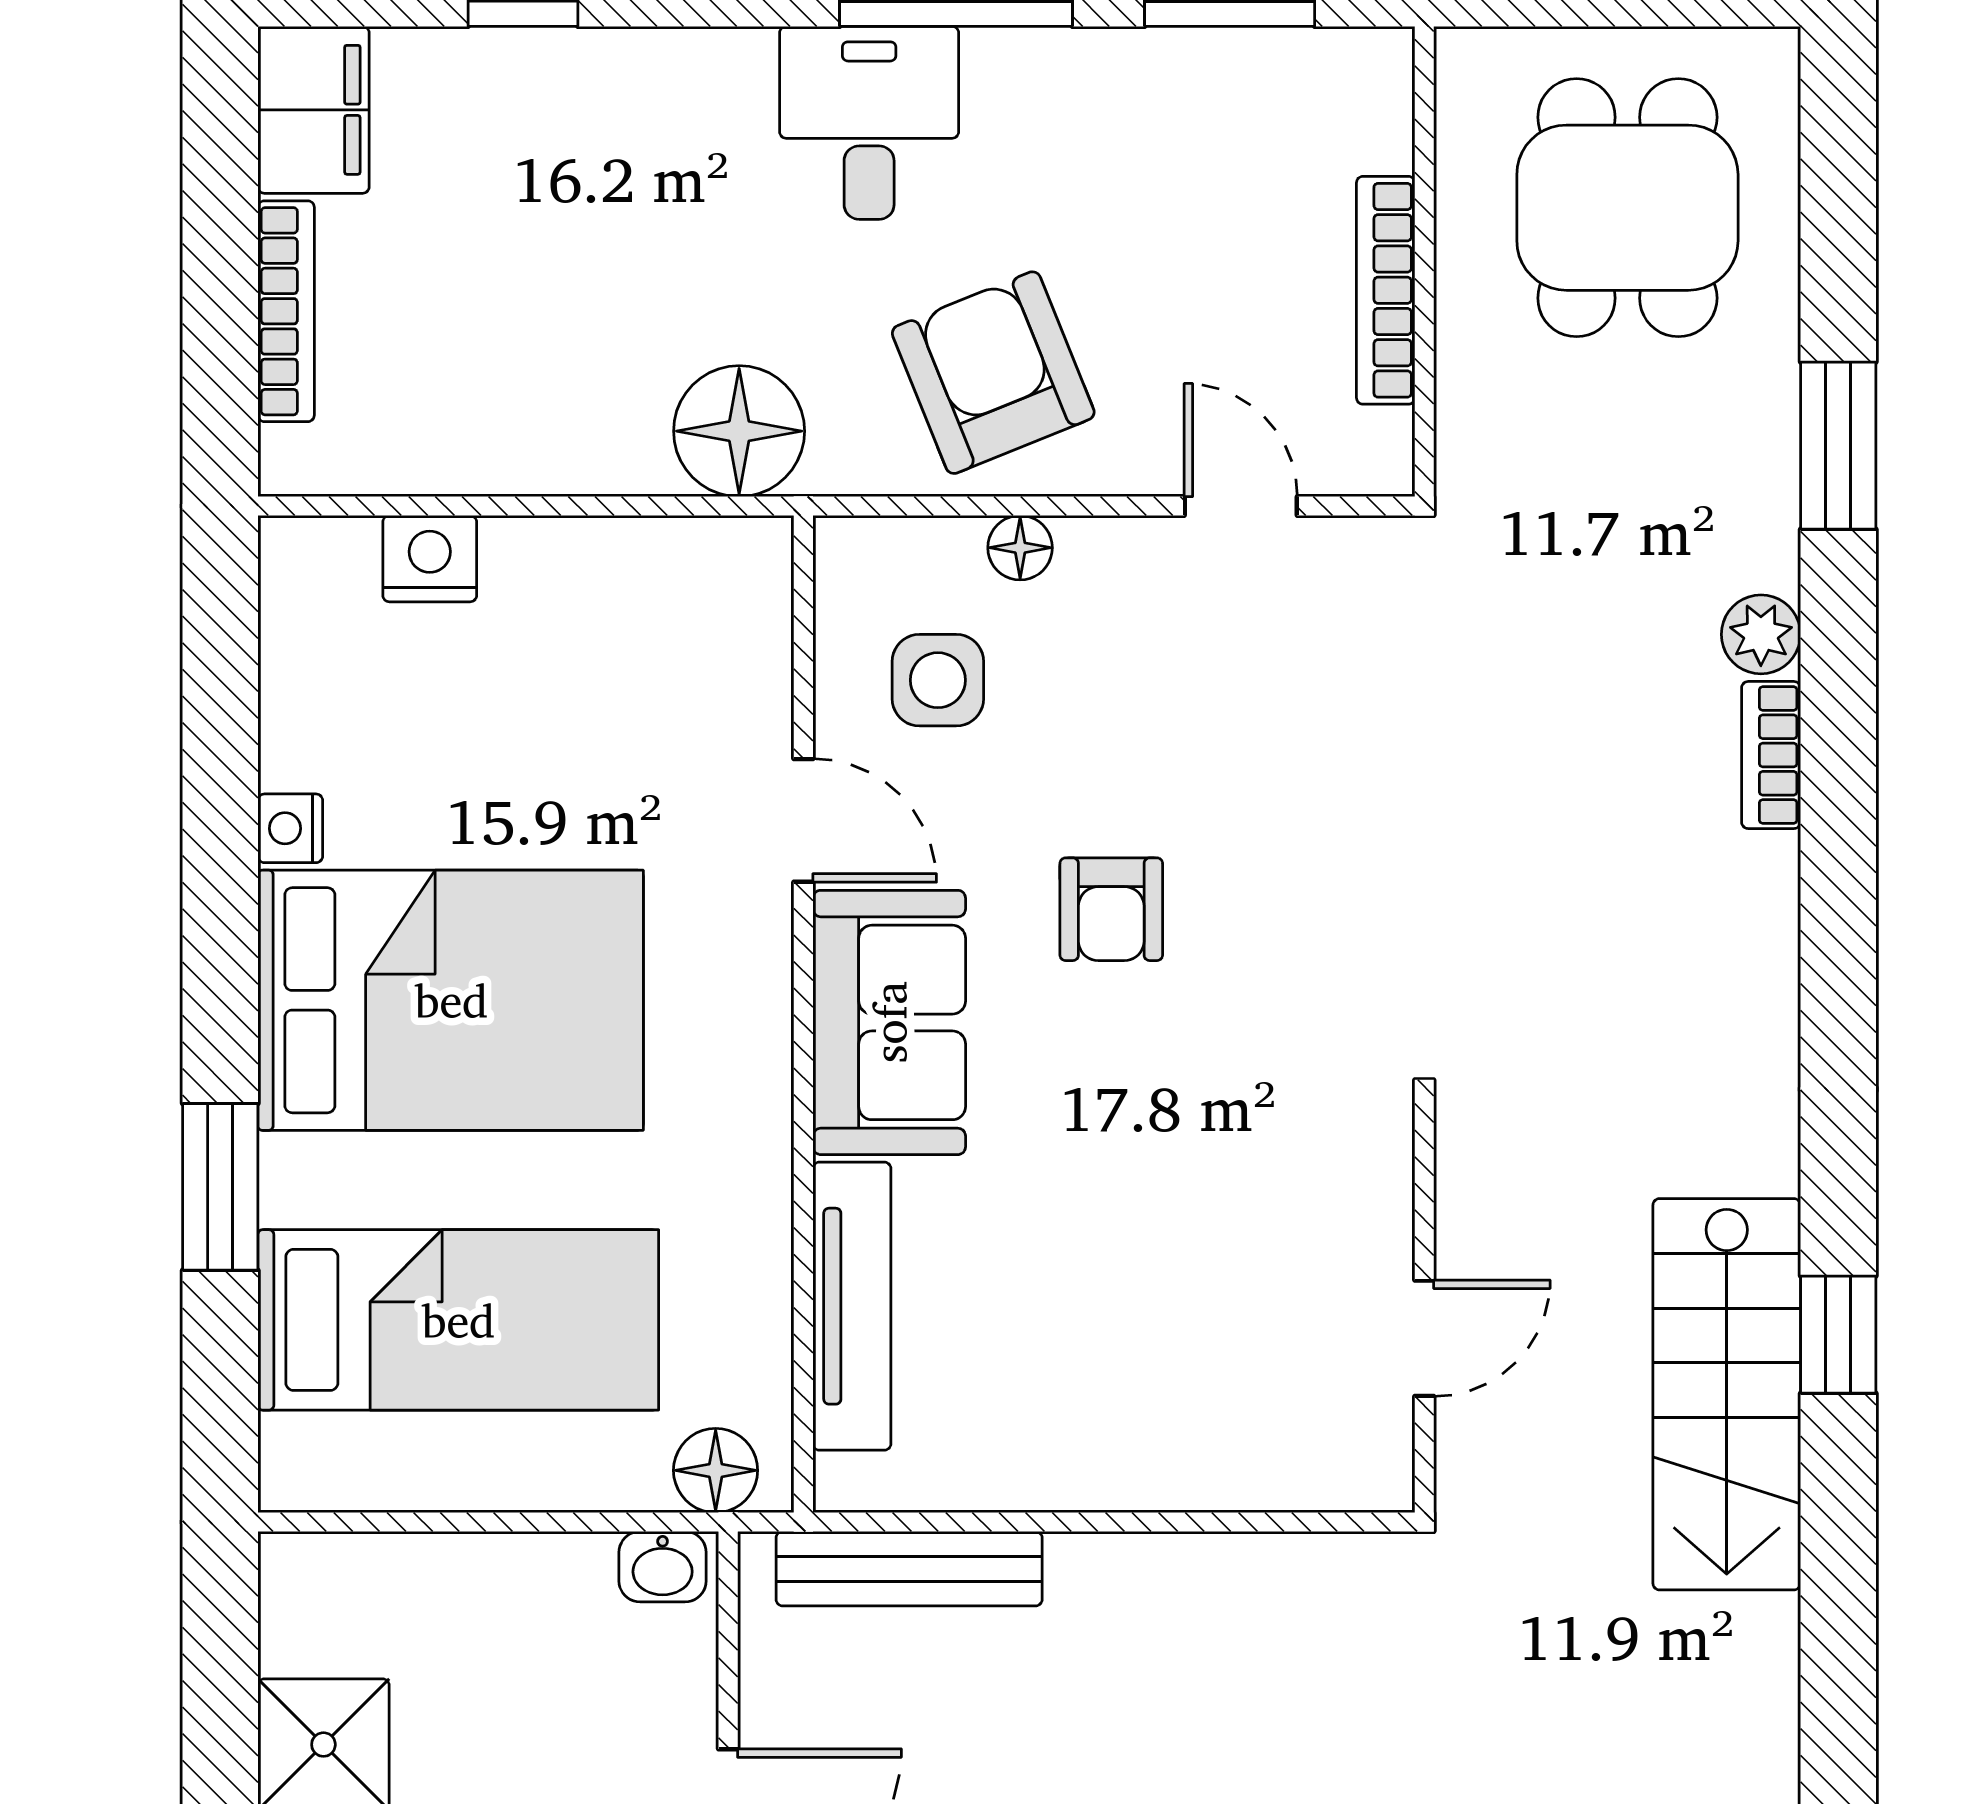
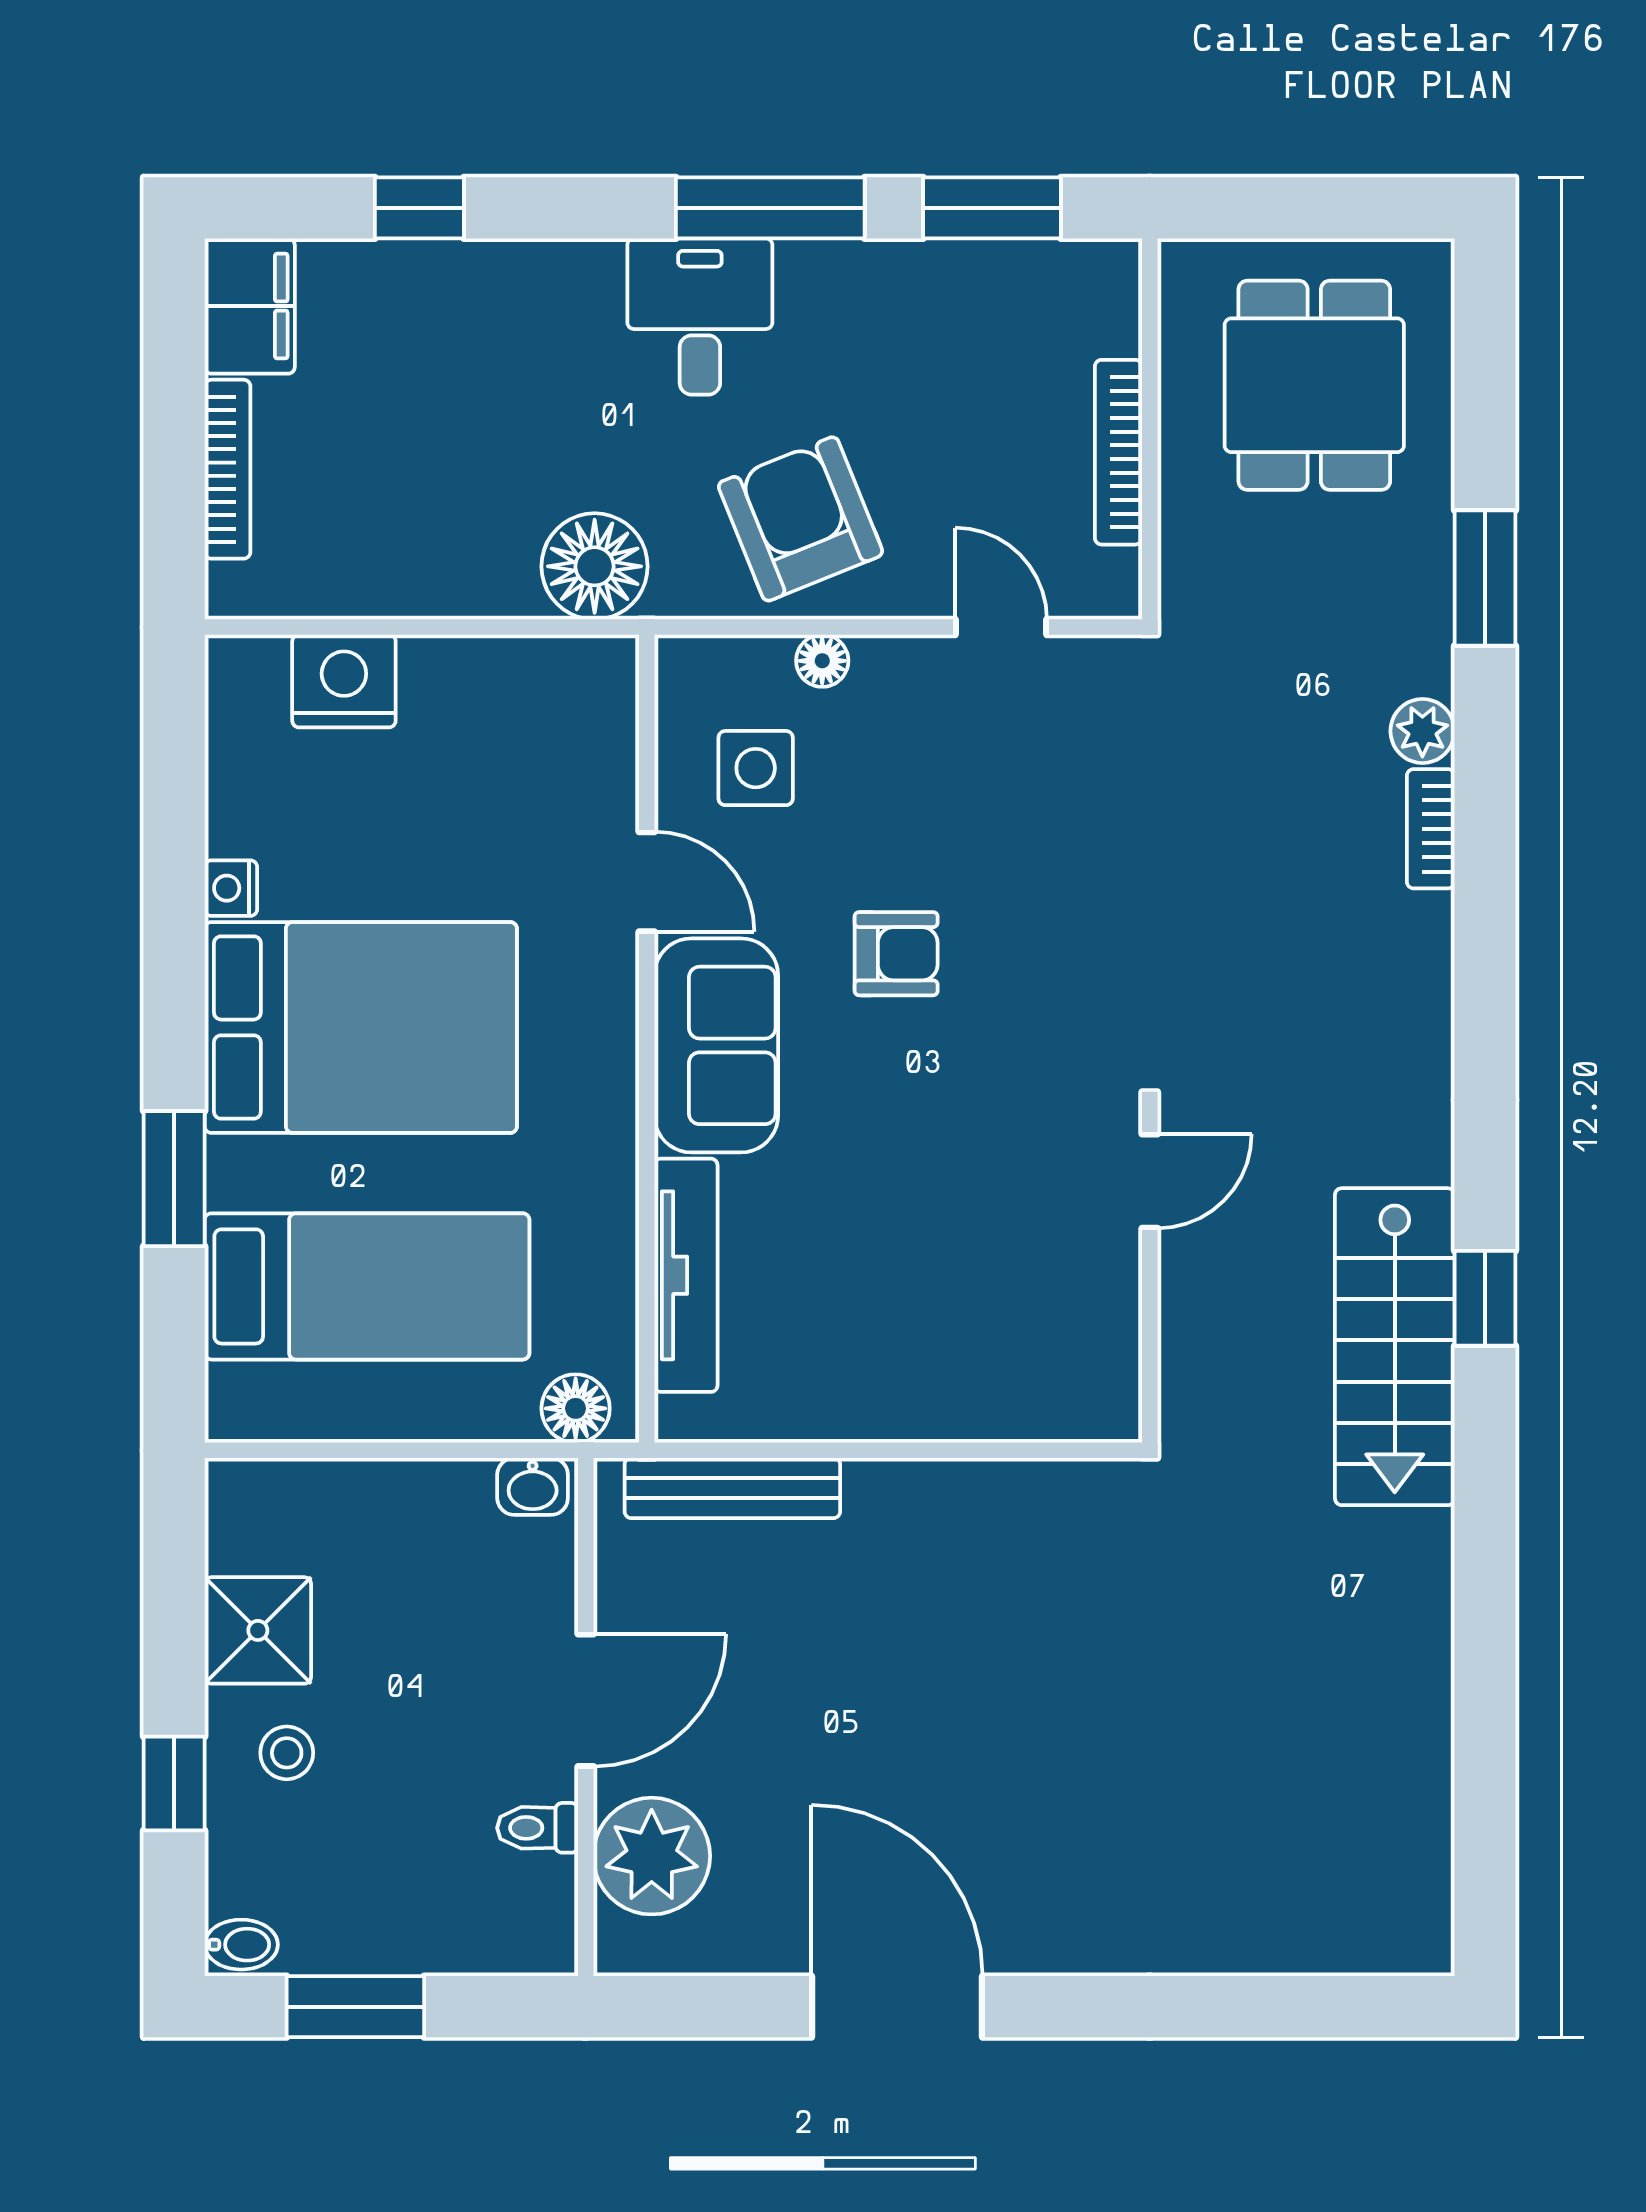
nightstand: (430, 559) -> (344, 681), width x1.36, depth x1.33
armchair: (1111, 909) -> (896, 954), turned -90
door: (1424, 1338) -> (1150, 1181), moved

